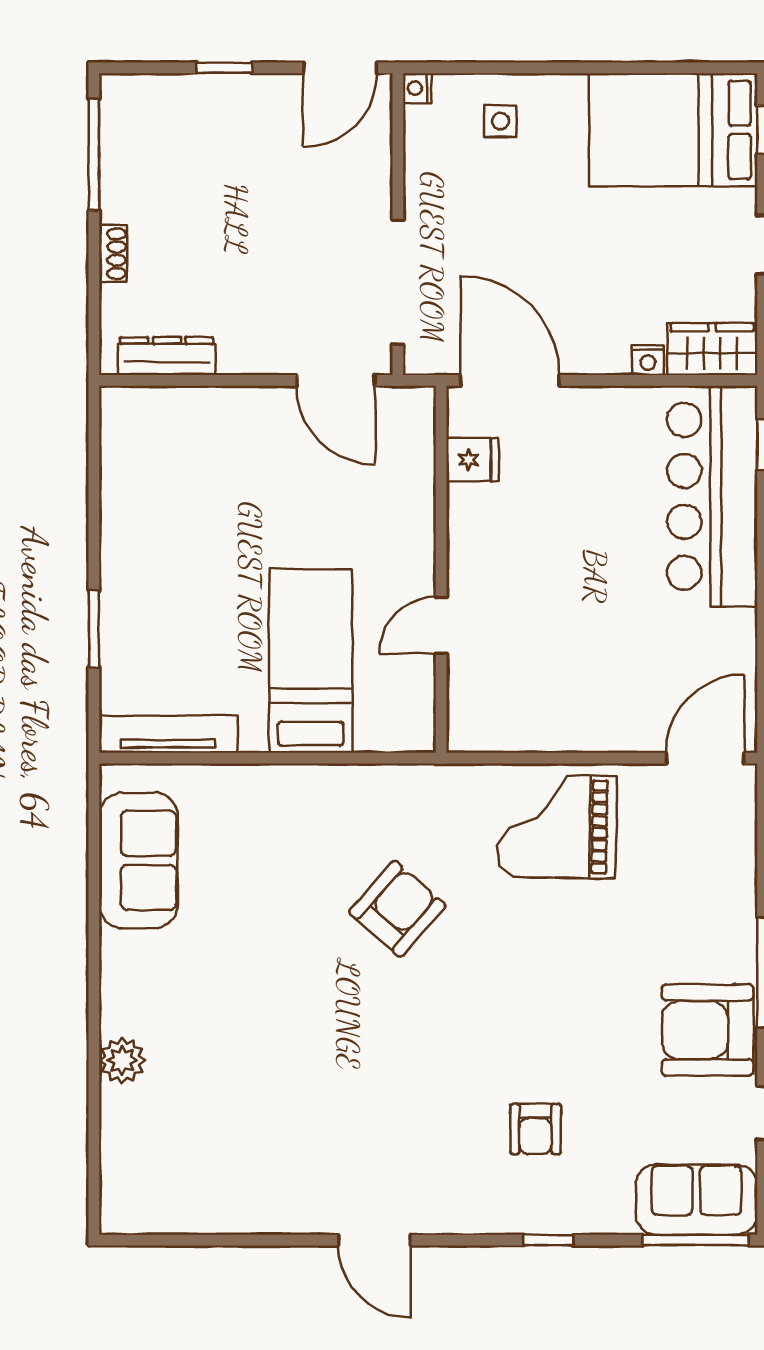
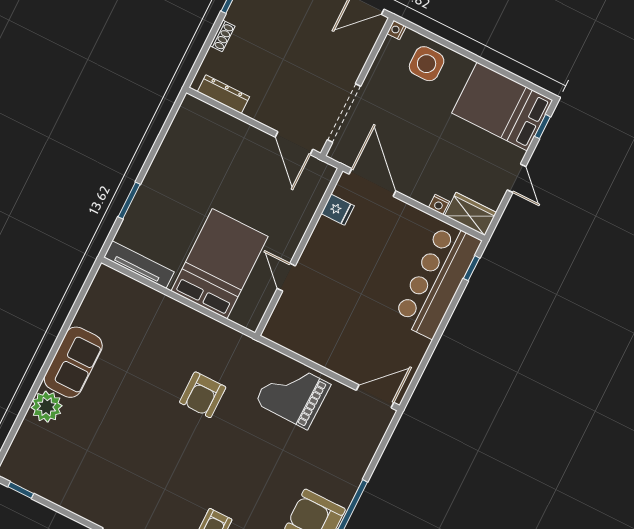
side table: (501, 121) -> (427, 64), width x1.87, depth x1.87
door: (441, 625) -> (286, 277), hinge flipped
bed: (311, 661) -> (220, 264), width x1.50
sofa: (138, 860) -> (73, 362), moved
armchair: (397, 909) -> (203, 395), turned 139
plant: (122, 1060) -> (47, 407), width x1.36, depth x1.36
window: (159, 1240) -> (21, 490), added

